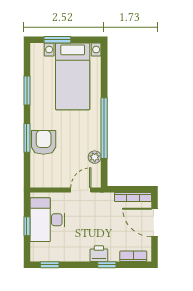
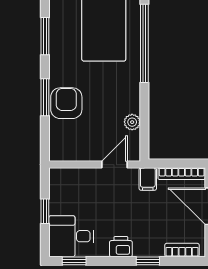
window: (104, 128) -> (144, 43), moved
filing cabinet: (107, 201) -> (148, 179), added
desk: (47, 220) -> (71, 236), moved, width x0.73
printer: (99, 254) -> (121, 247), moved

